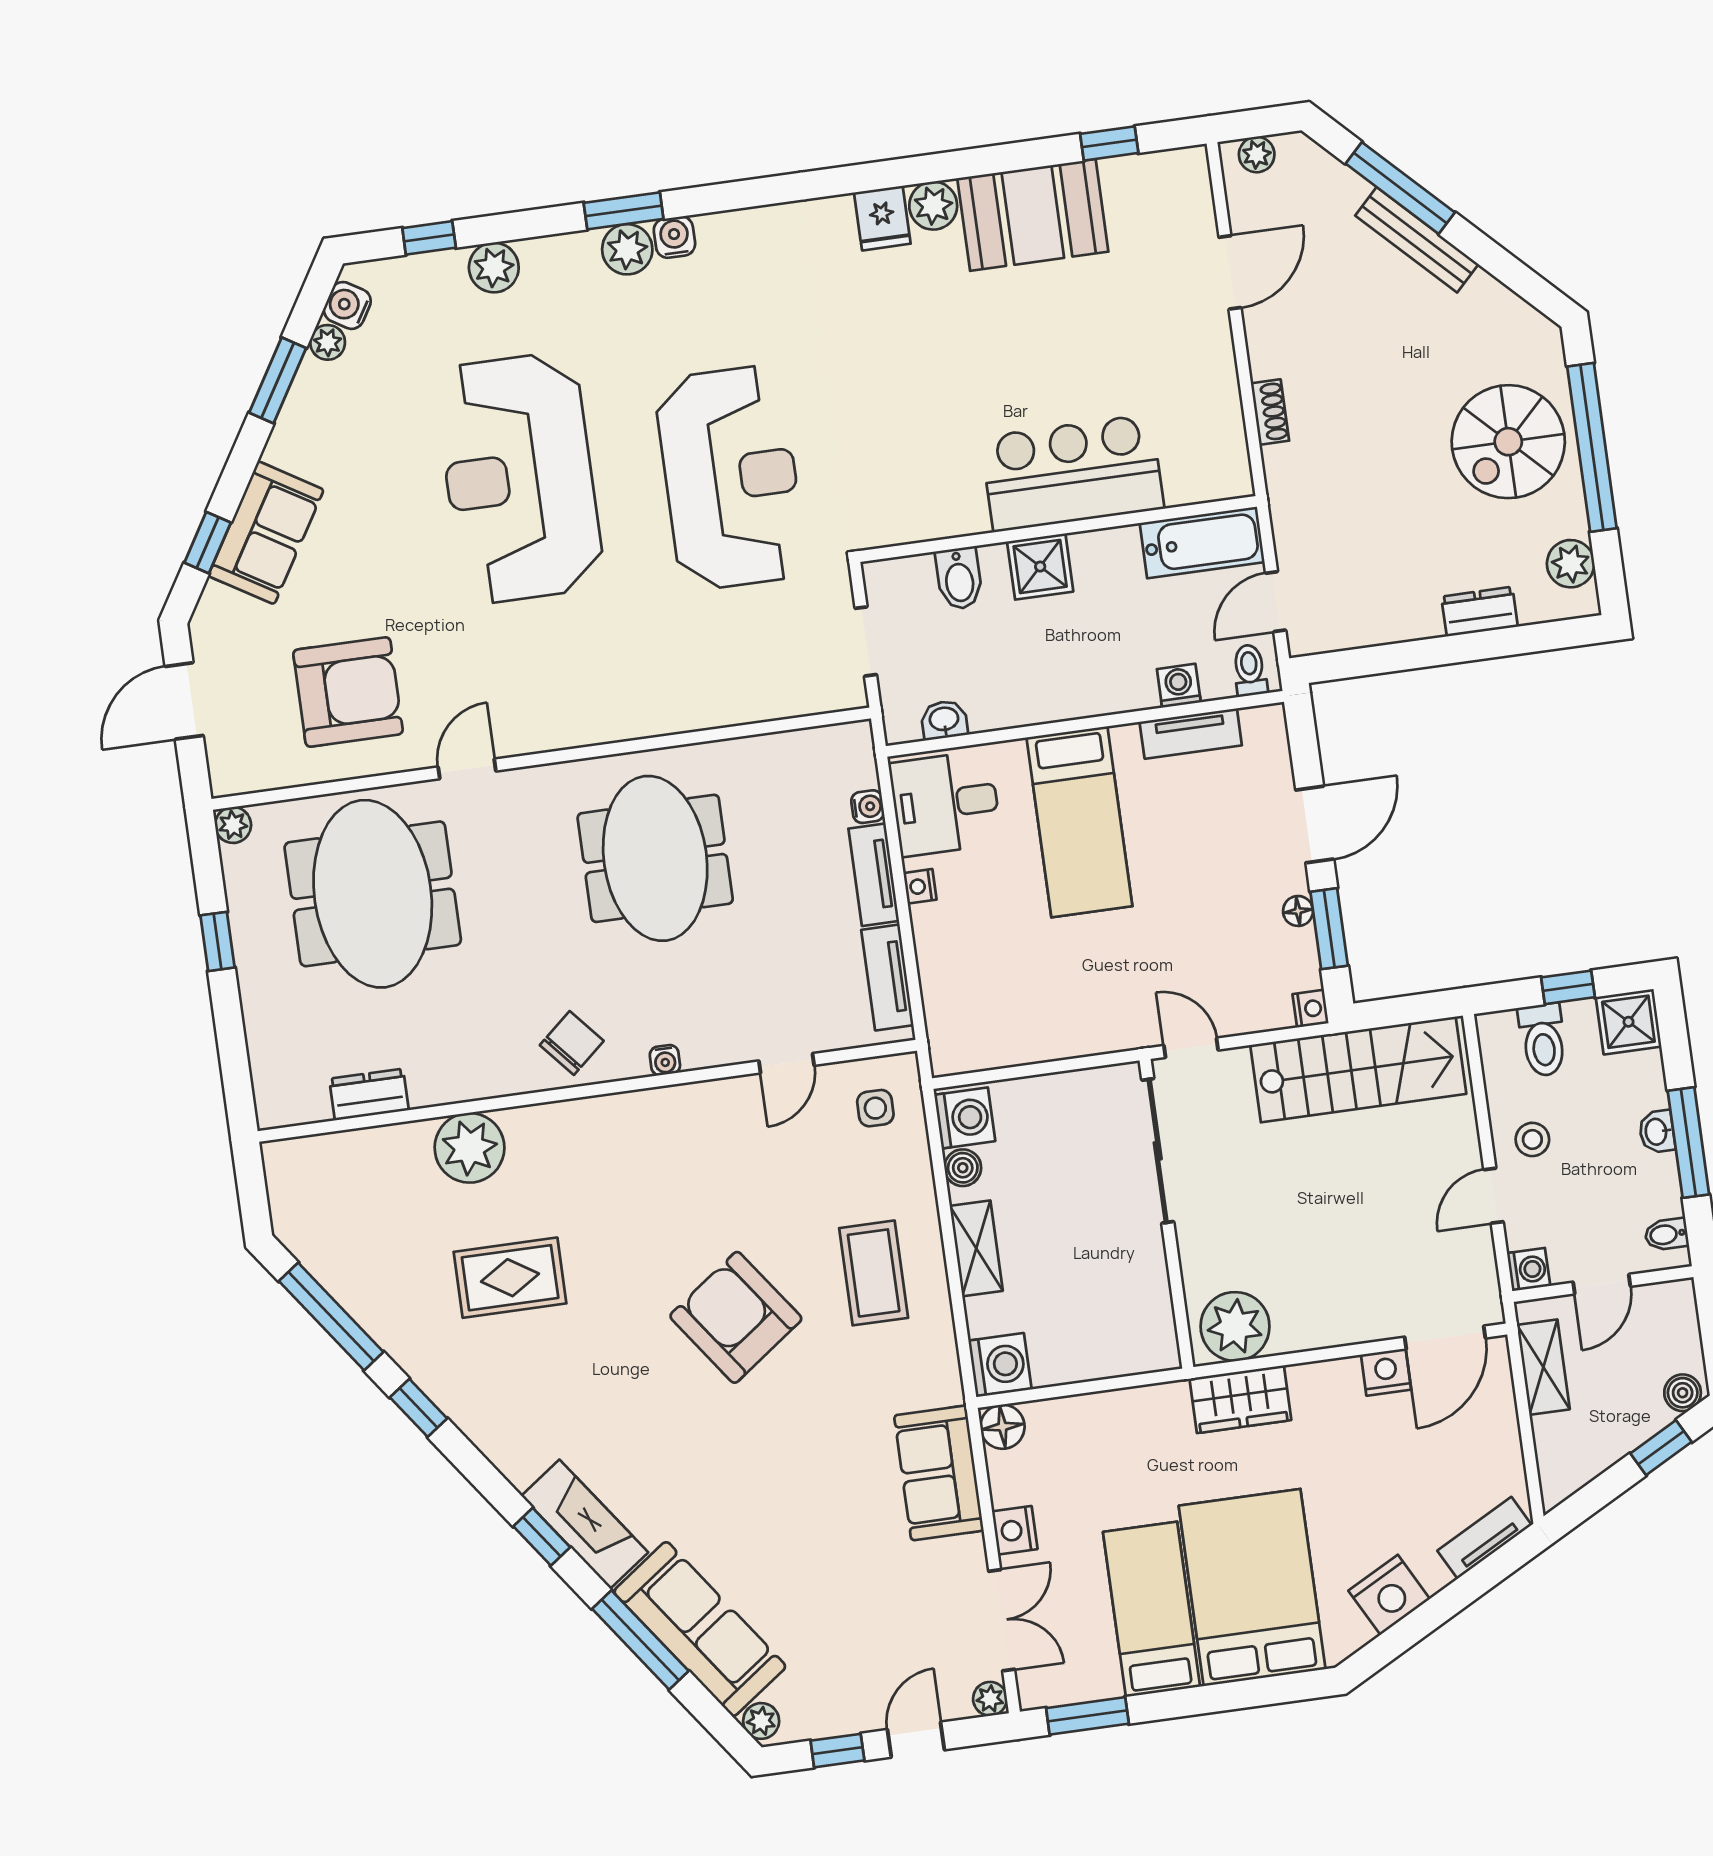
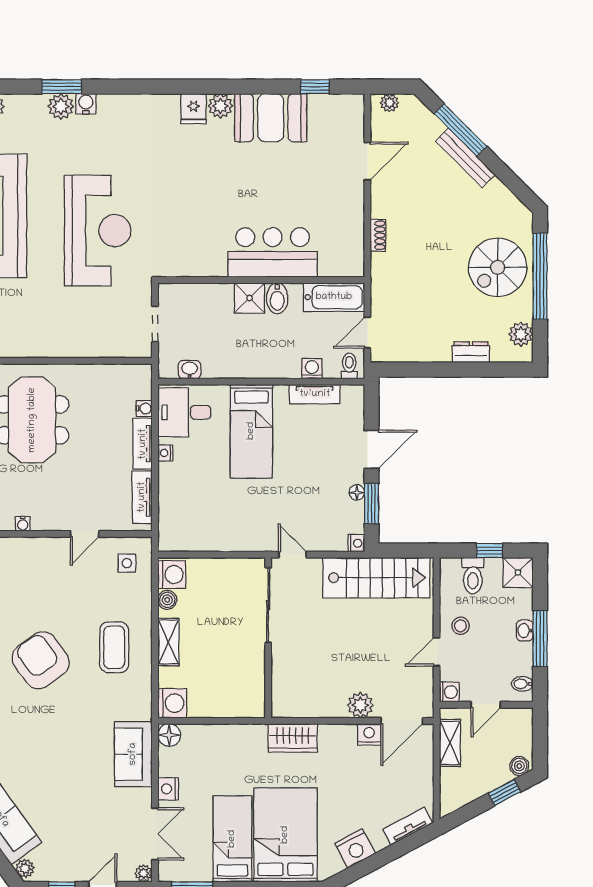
bidet: (959, 578) -> (277, 298), moved
plant: (1235, 1326) -> (360, 705), moved, width x0.73, depth x0.73

